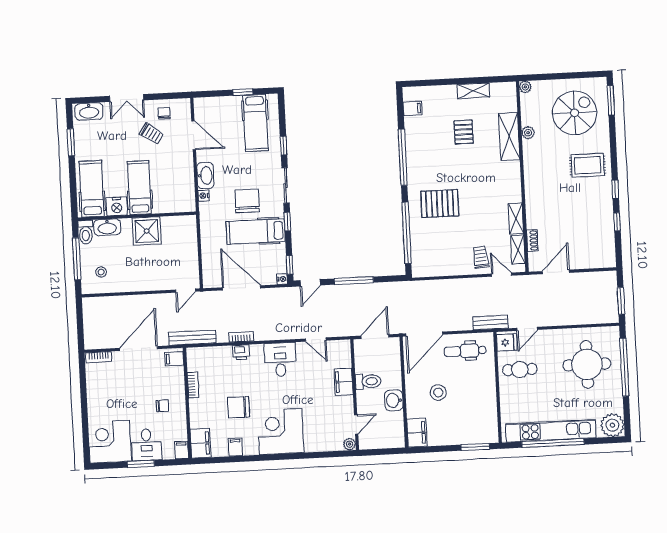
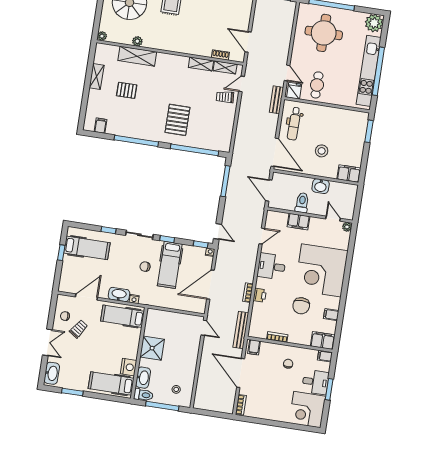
hospital bed: (139, 188) -> (123, 316), moved
chair: (247, 201) -> (145, 267), width x0.54, depth x0.54
window: (354, 281) -> (225, 181), moved
corner desk: (281, 432) -> (321, 270), width x1.36, depth x1.36

